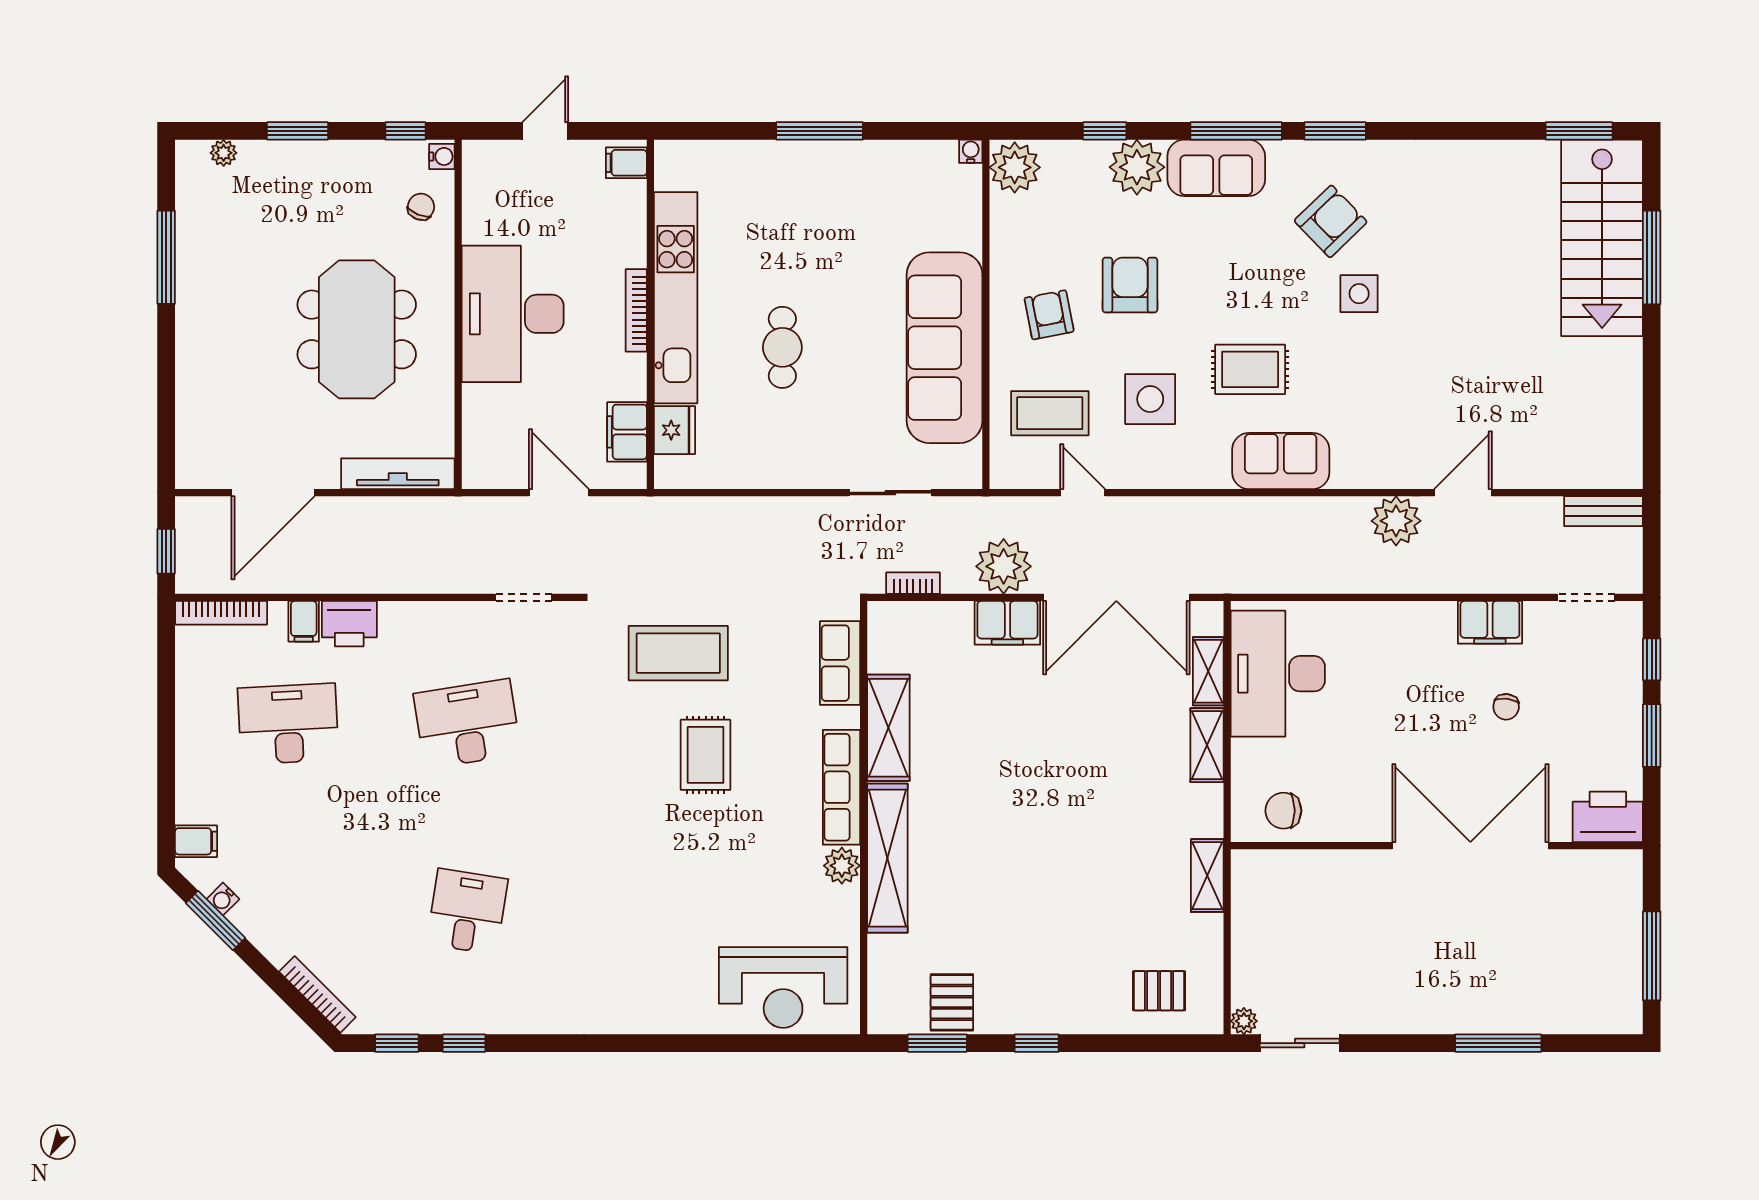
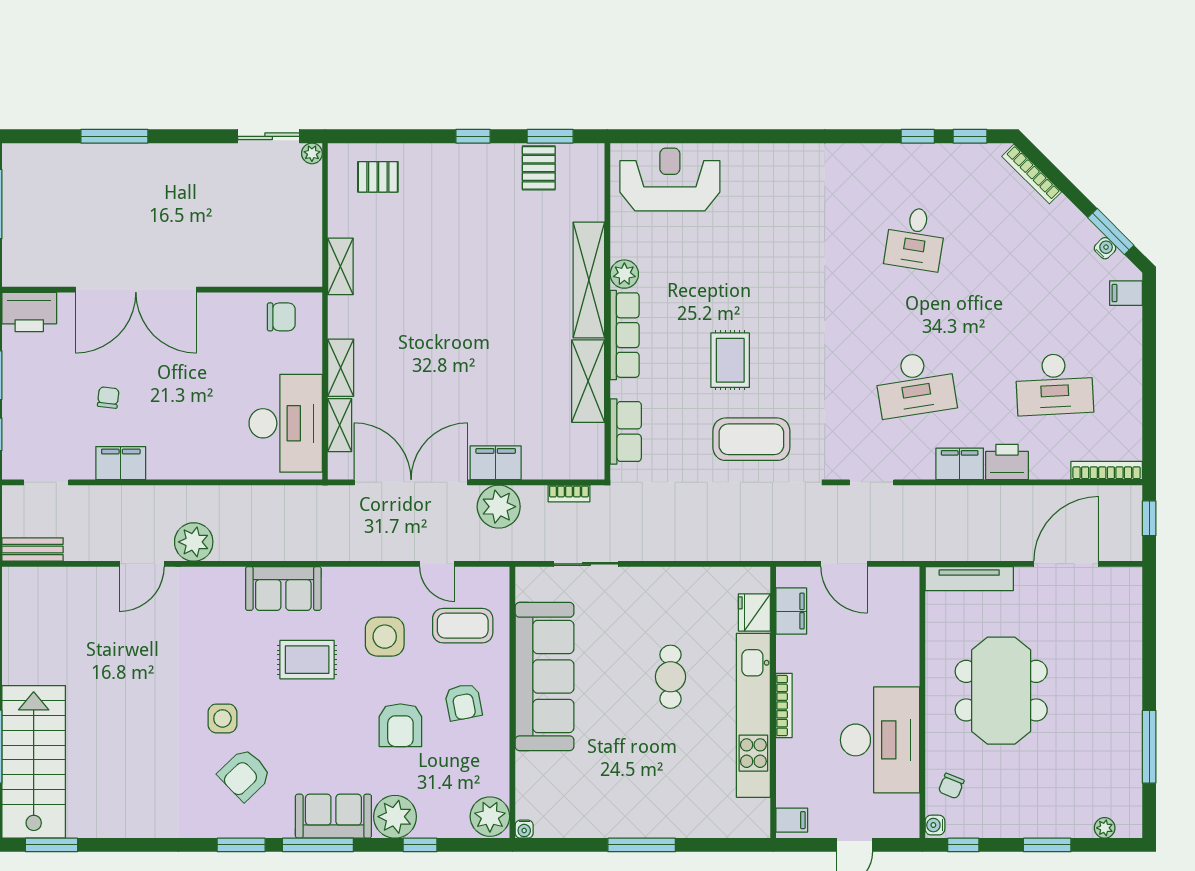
desk: (513, 314) -> (880, 740), moved
filing cabinet: (304, 621) -> (960, 464), moved, width x2.00

